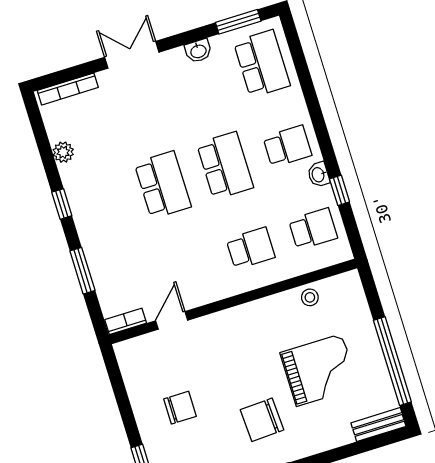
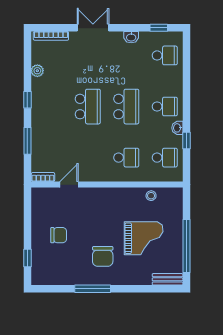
window: (238, 22) -> (159, 28), width x0.67
school desk: (262, 64) -> (165, 55), width x0.54
chair: (262, 420) -> (103, 256), turned -87

